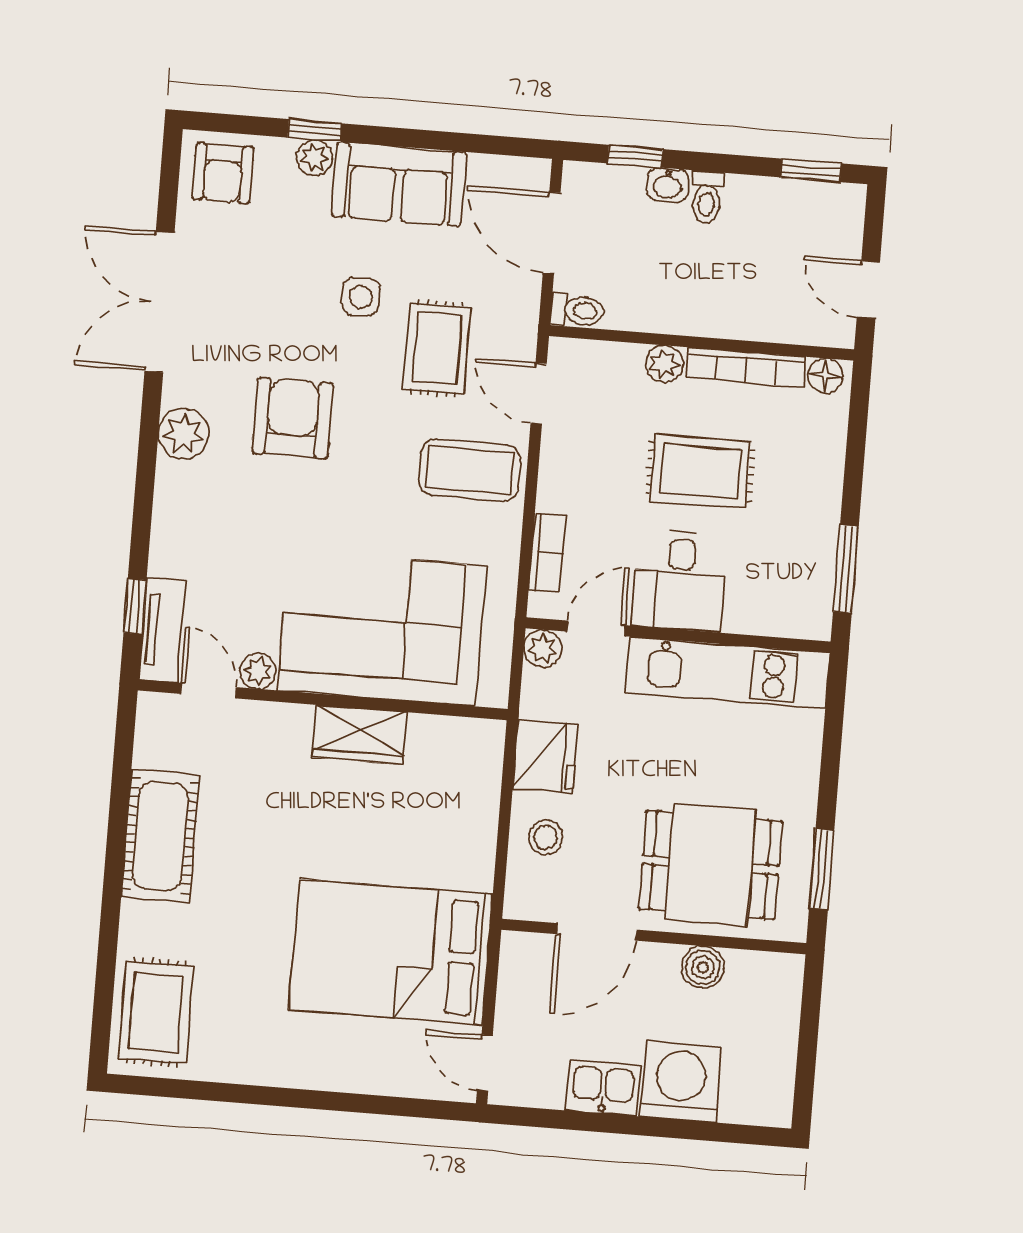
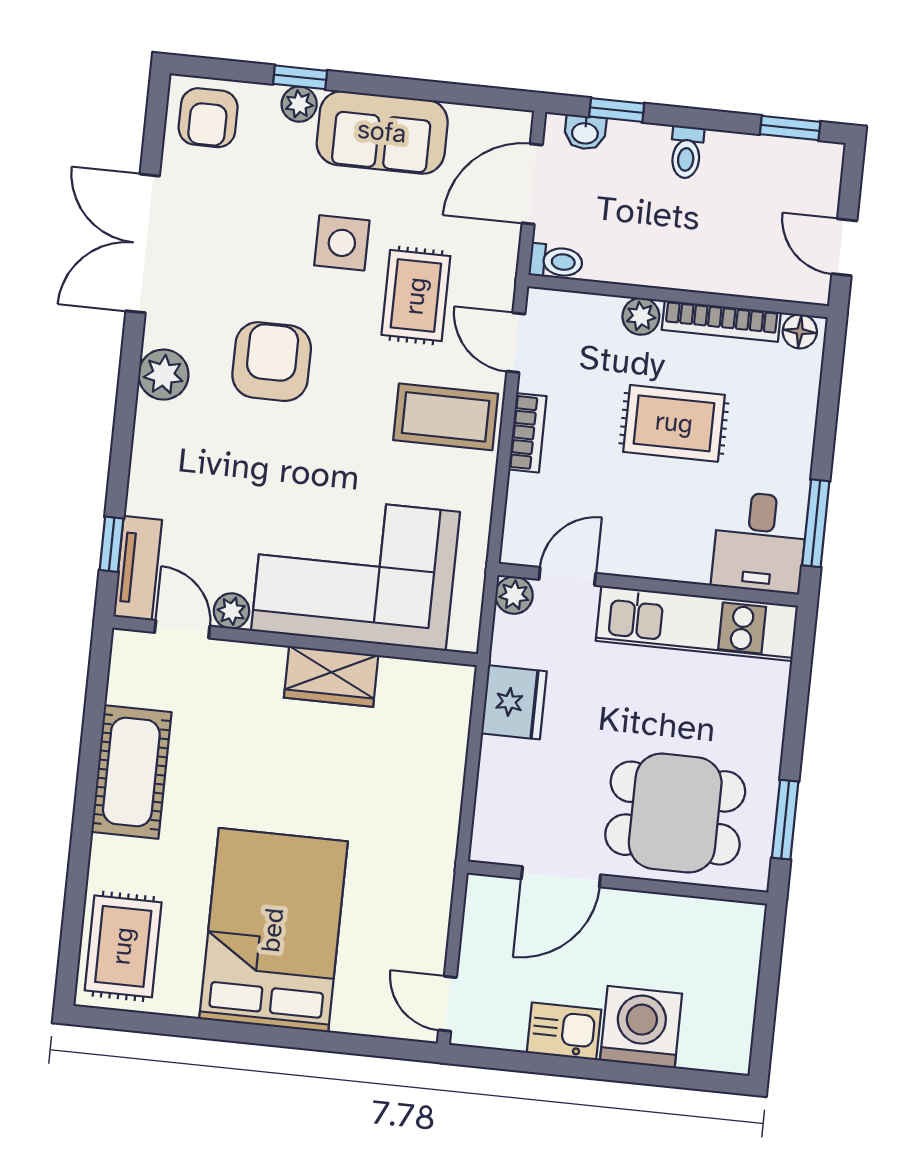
washbasin: (668, 185) -> (585, 132), moved
door: (552, 233) -> (532, 184), hinge flipped
side table: (361, 297) -> (342, 243), width x1.37, depth x1.37
bookcase: (547, 553) -> (528, 433), moved
desk: (680, 581) -> (760, 542), moved
stool: (546, 837) -> (513, 782), removed
bed: (391, 952) -> (273, 930), moved, turned 90
boiler: (703, 967) -> (665, 914), removed

